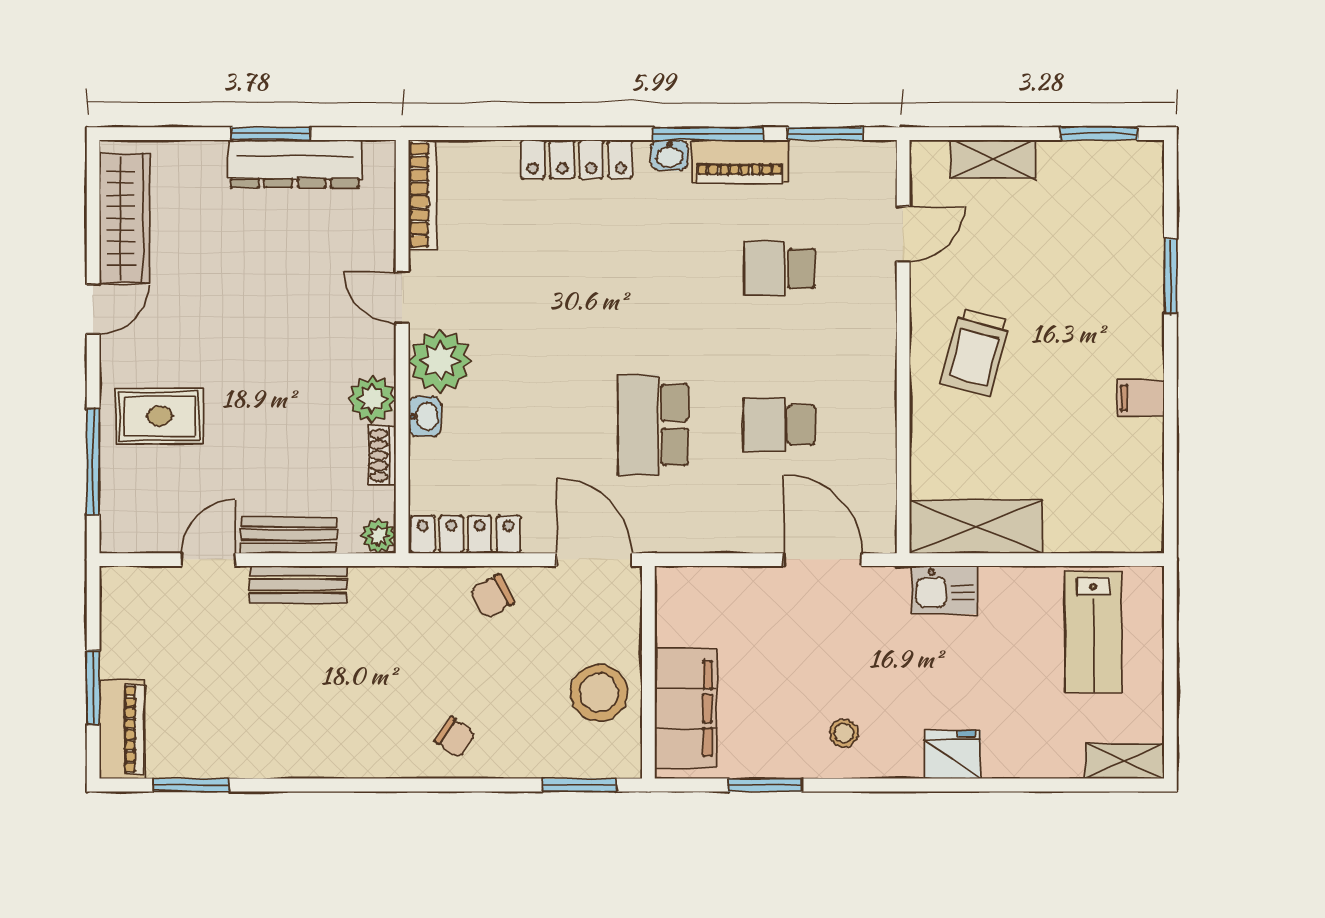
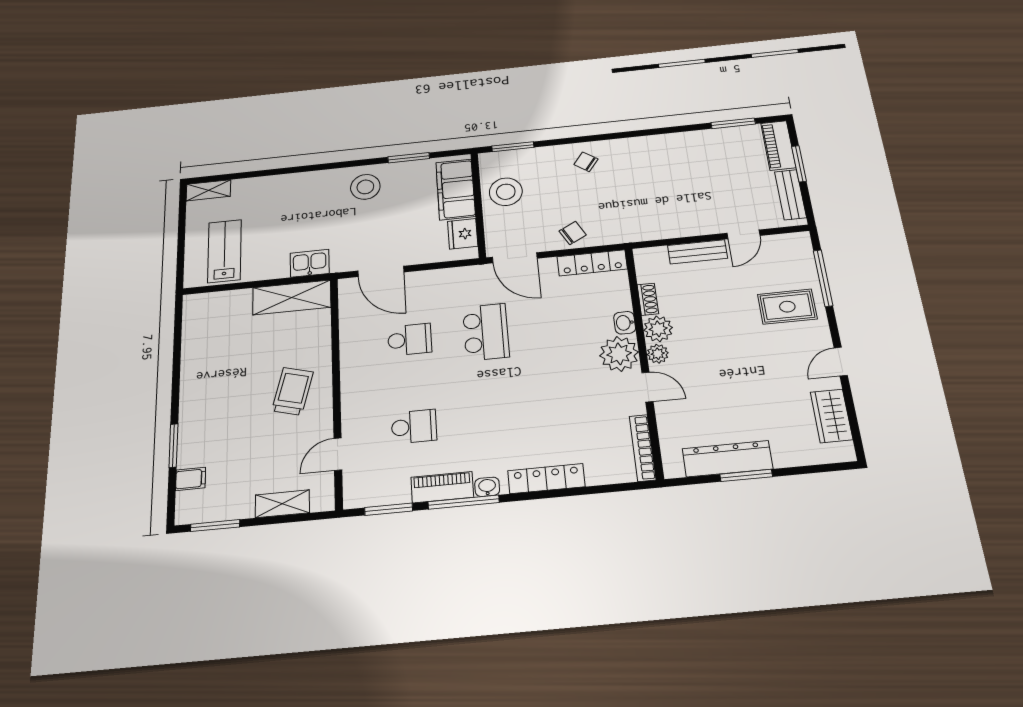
wardrobe: (125, 218) -> (831, 416), width x0.67
filing cabinet: (1140, 398) -> (191, 479), moved
plant: (379, 536) -> (658, 354), moved
bench: (298, 584) -> (790, 195), moved, turned 90
stool: (844, 733) -> (365, 187), width x1.89, depth x1.89
fridge: (952, 754) -> (463, 234), moved, turned 90

